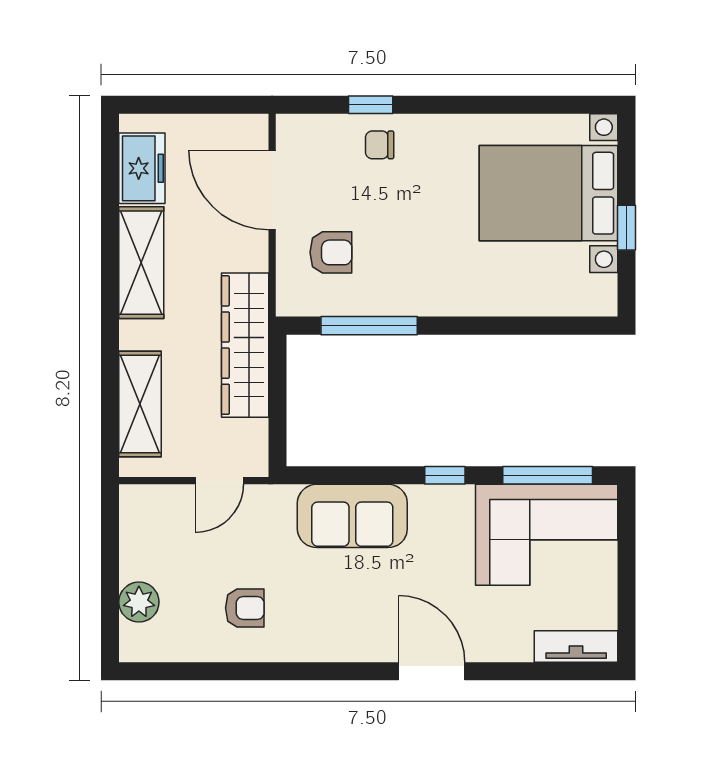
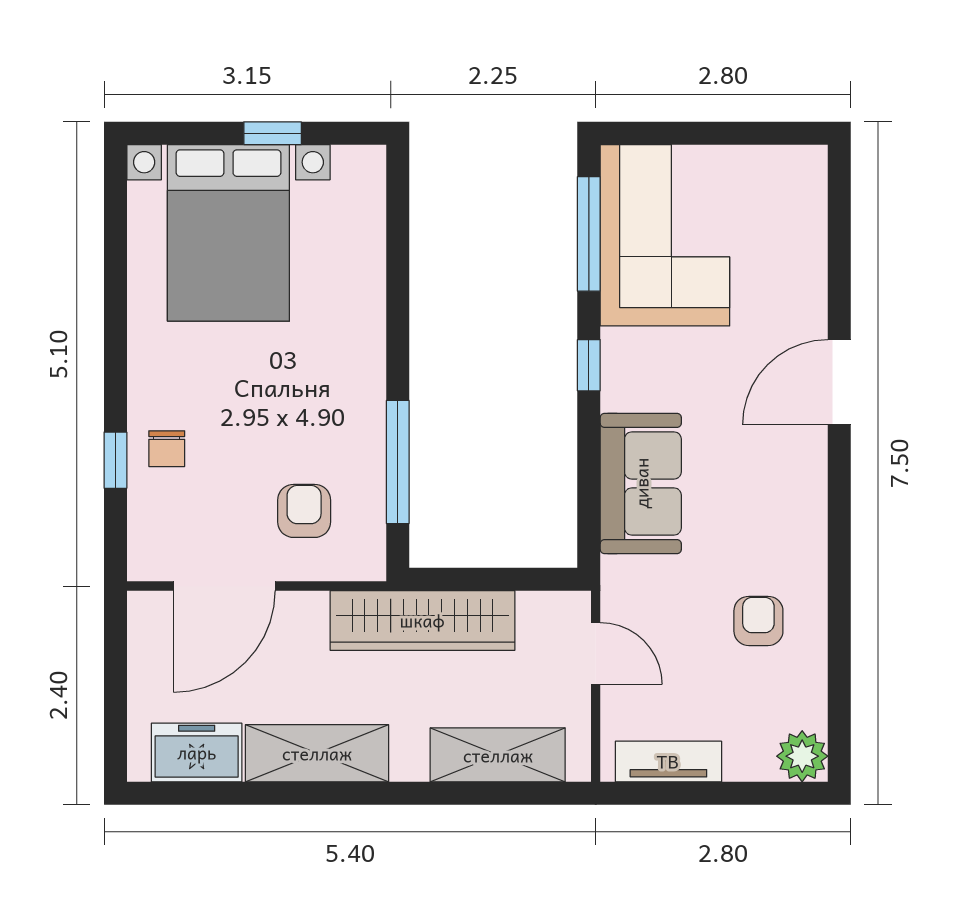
plant: (139, 602) -> (802, 756), moved
tv unit: (576, 646) -> (668, 761), moved, turned 90

